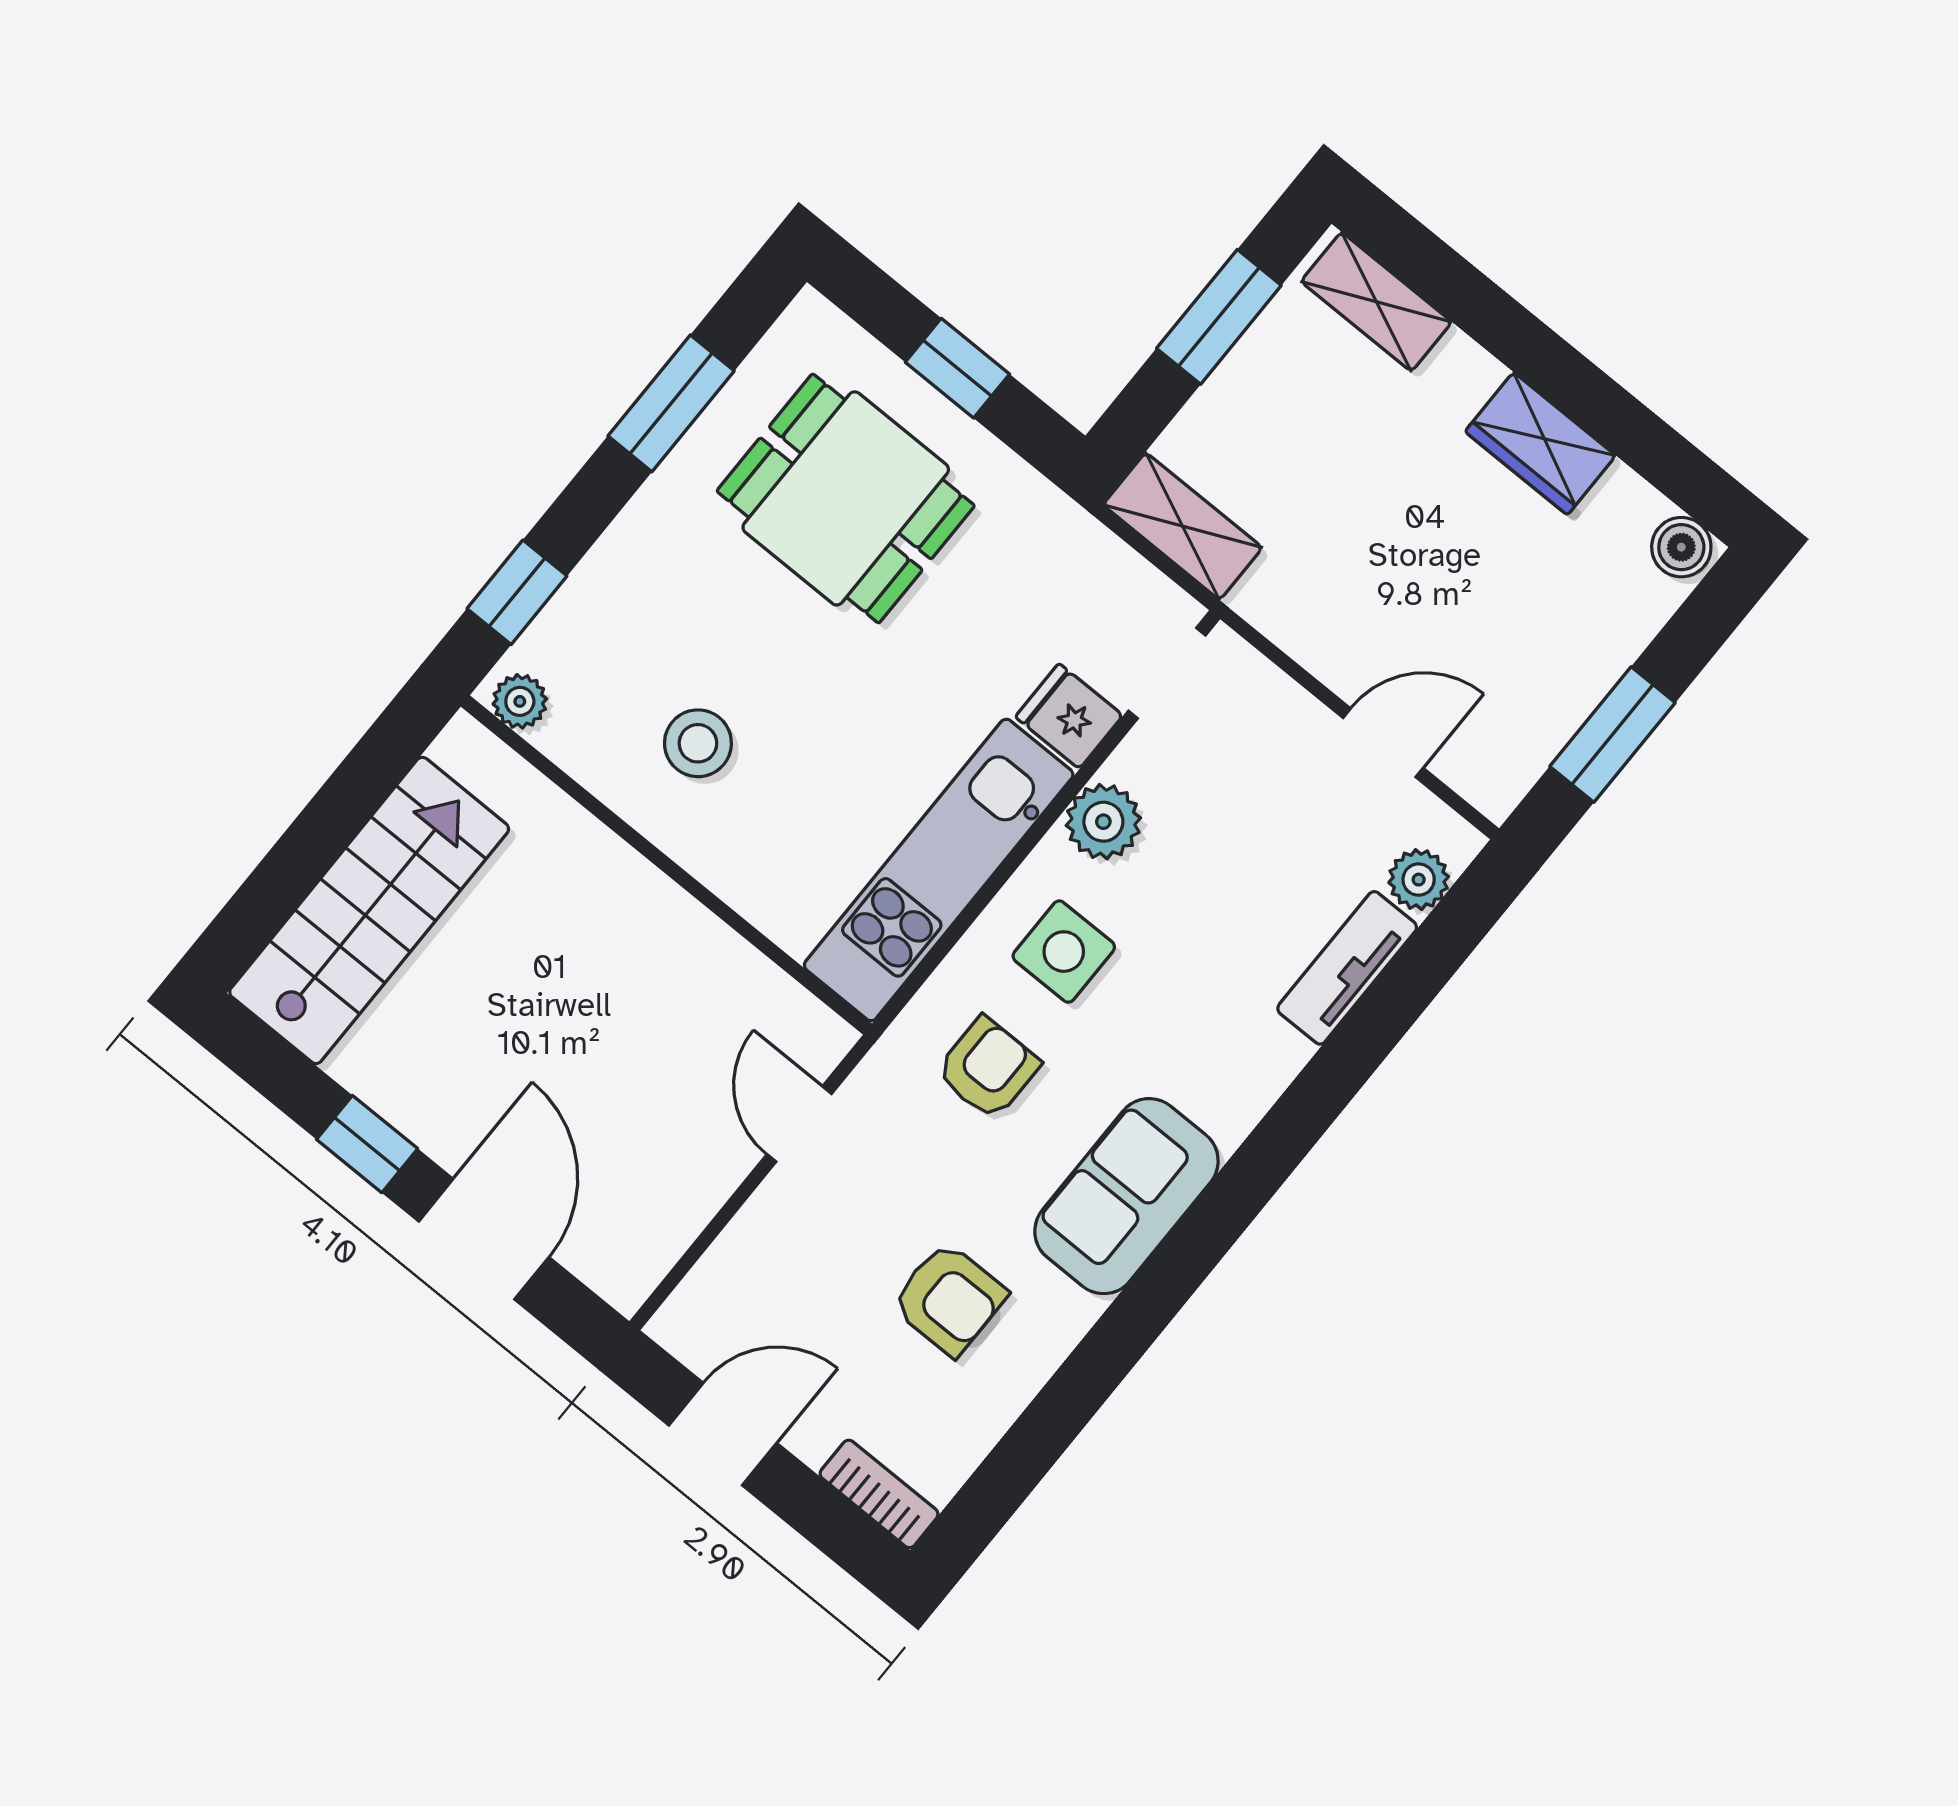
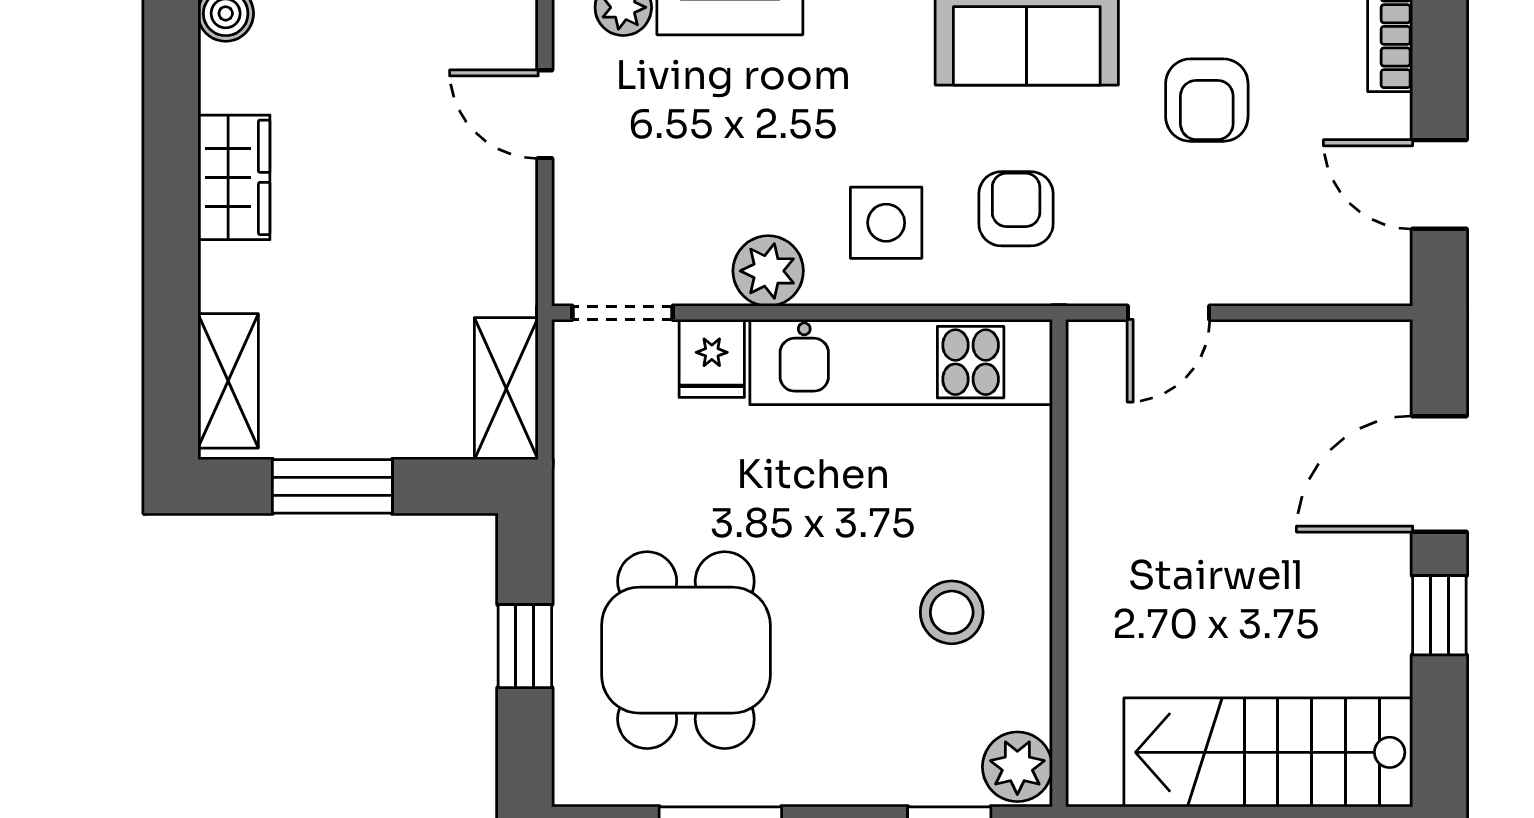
plant: (520, 701) -> (1017, 767), width x1.38, depth x1.38
armchair: (988, 1068) -> (1016, 209), turned 90
armchair: (949, 1299) -> (1207, 100), turned 180

